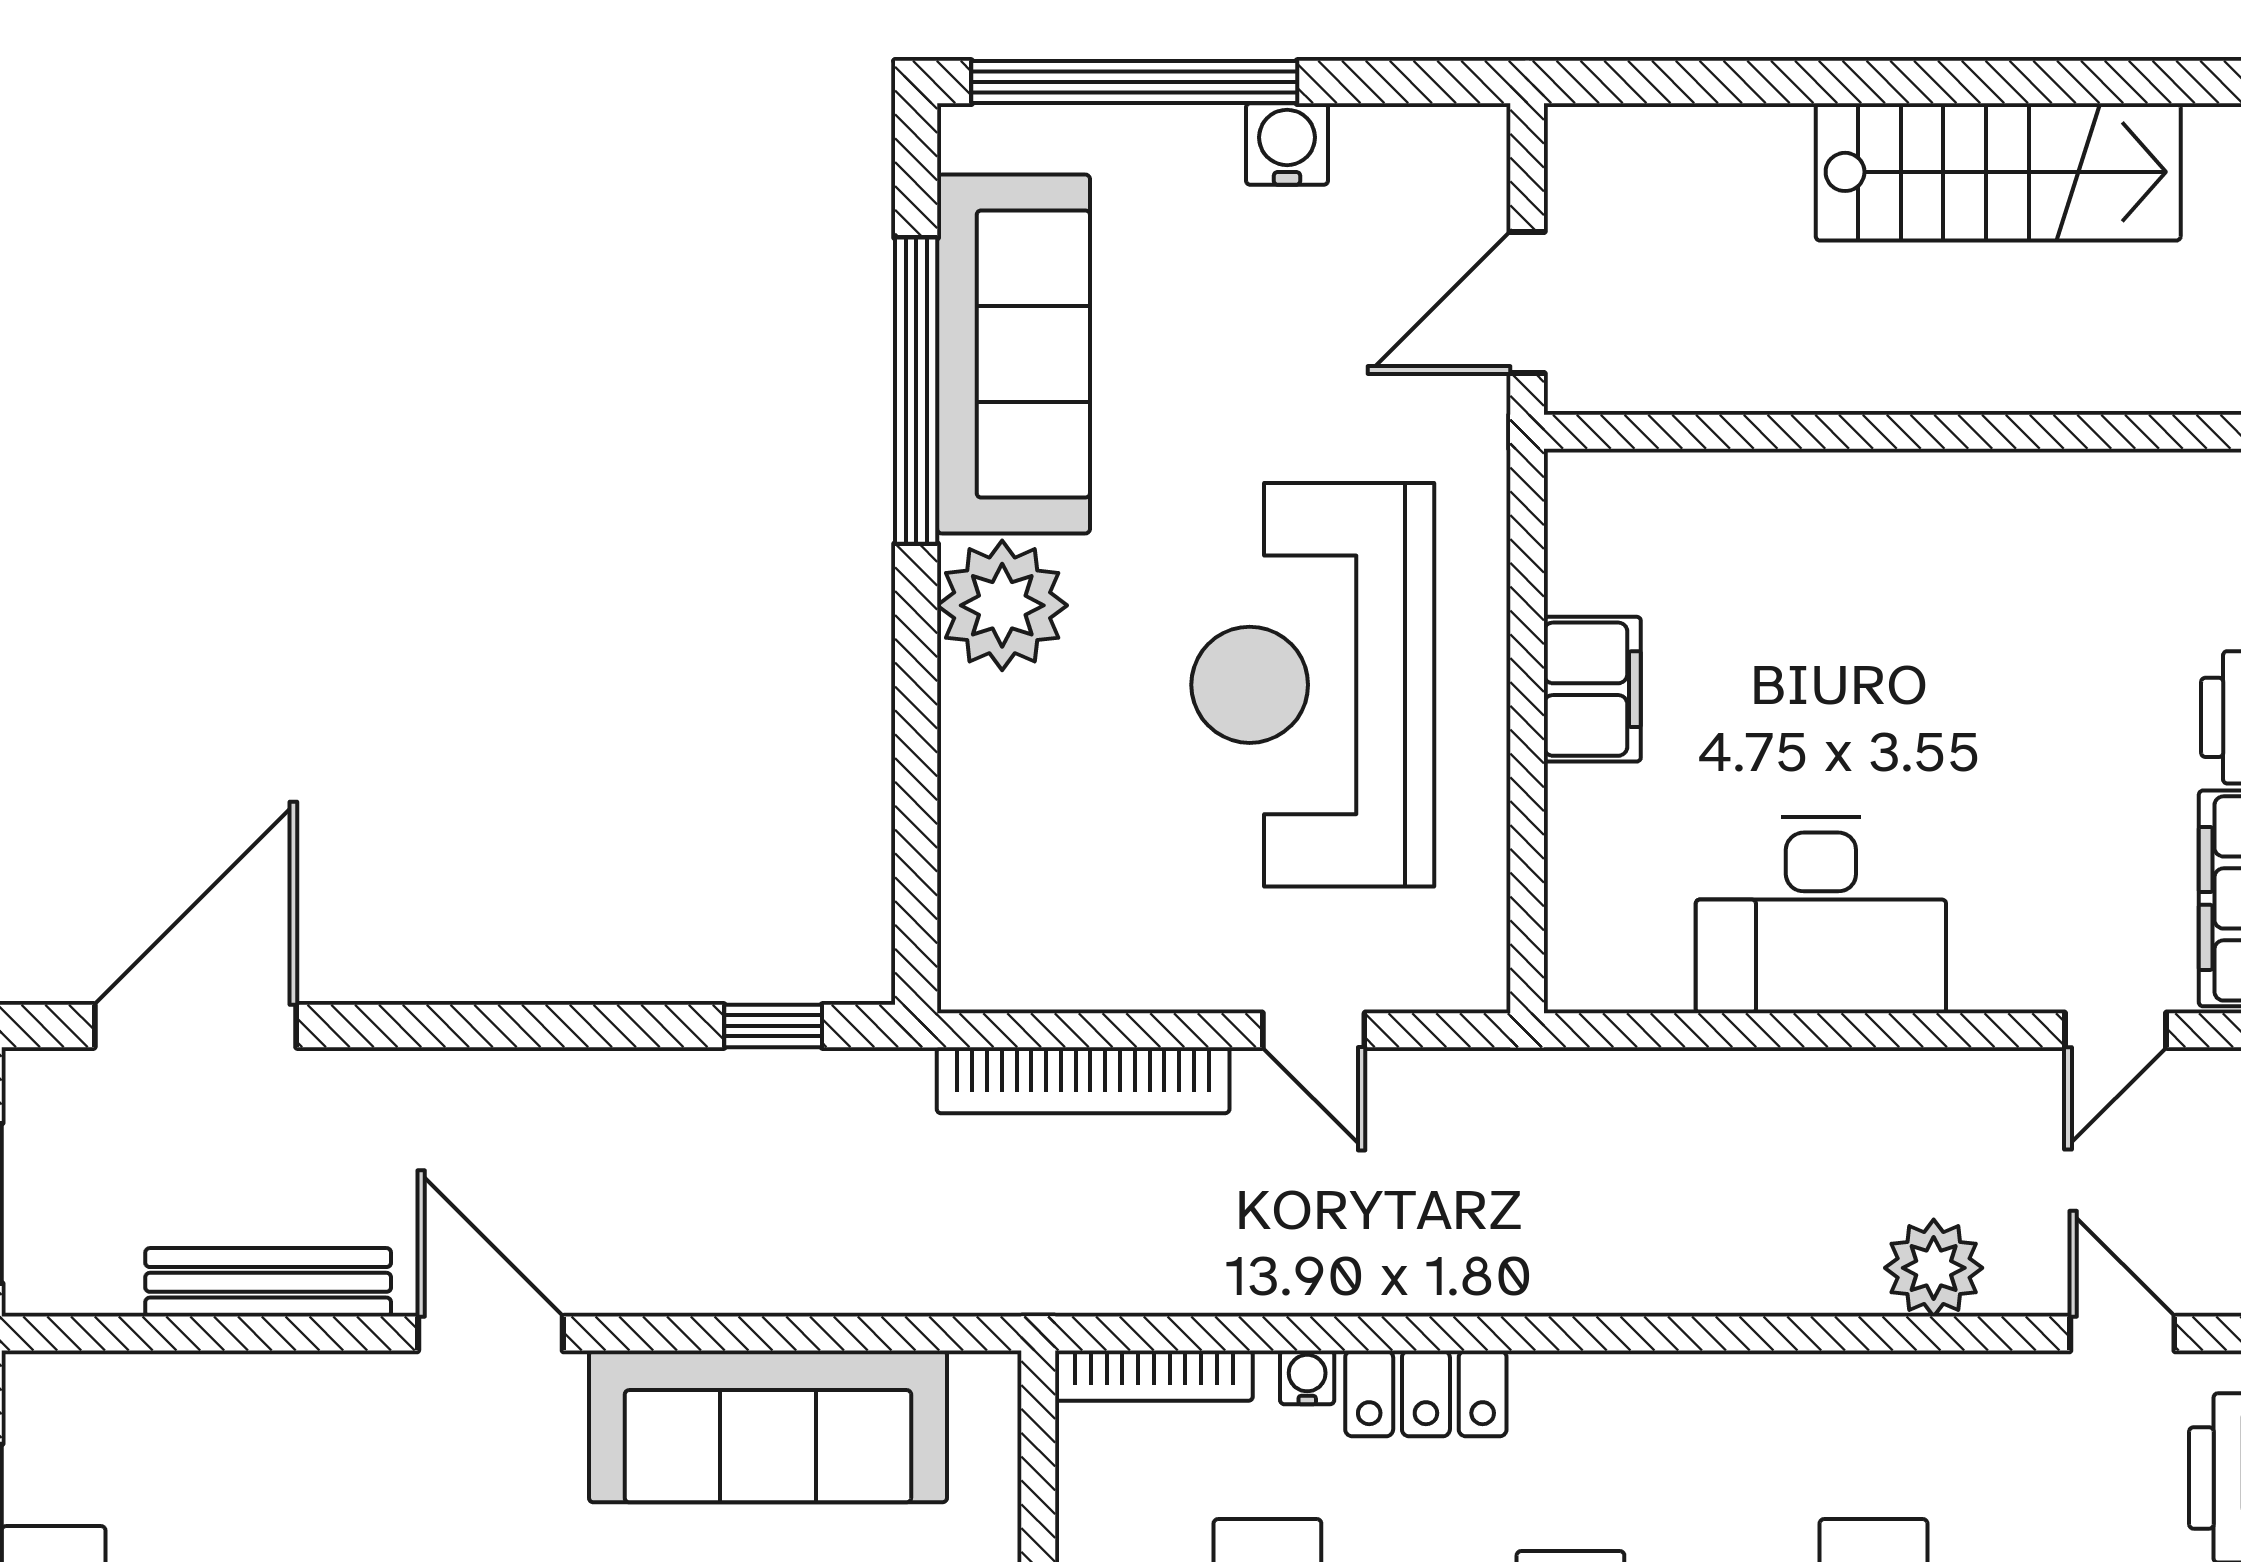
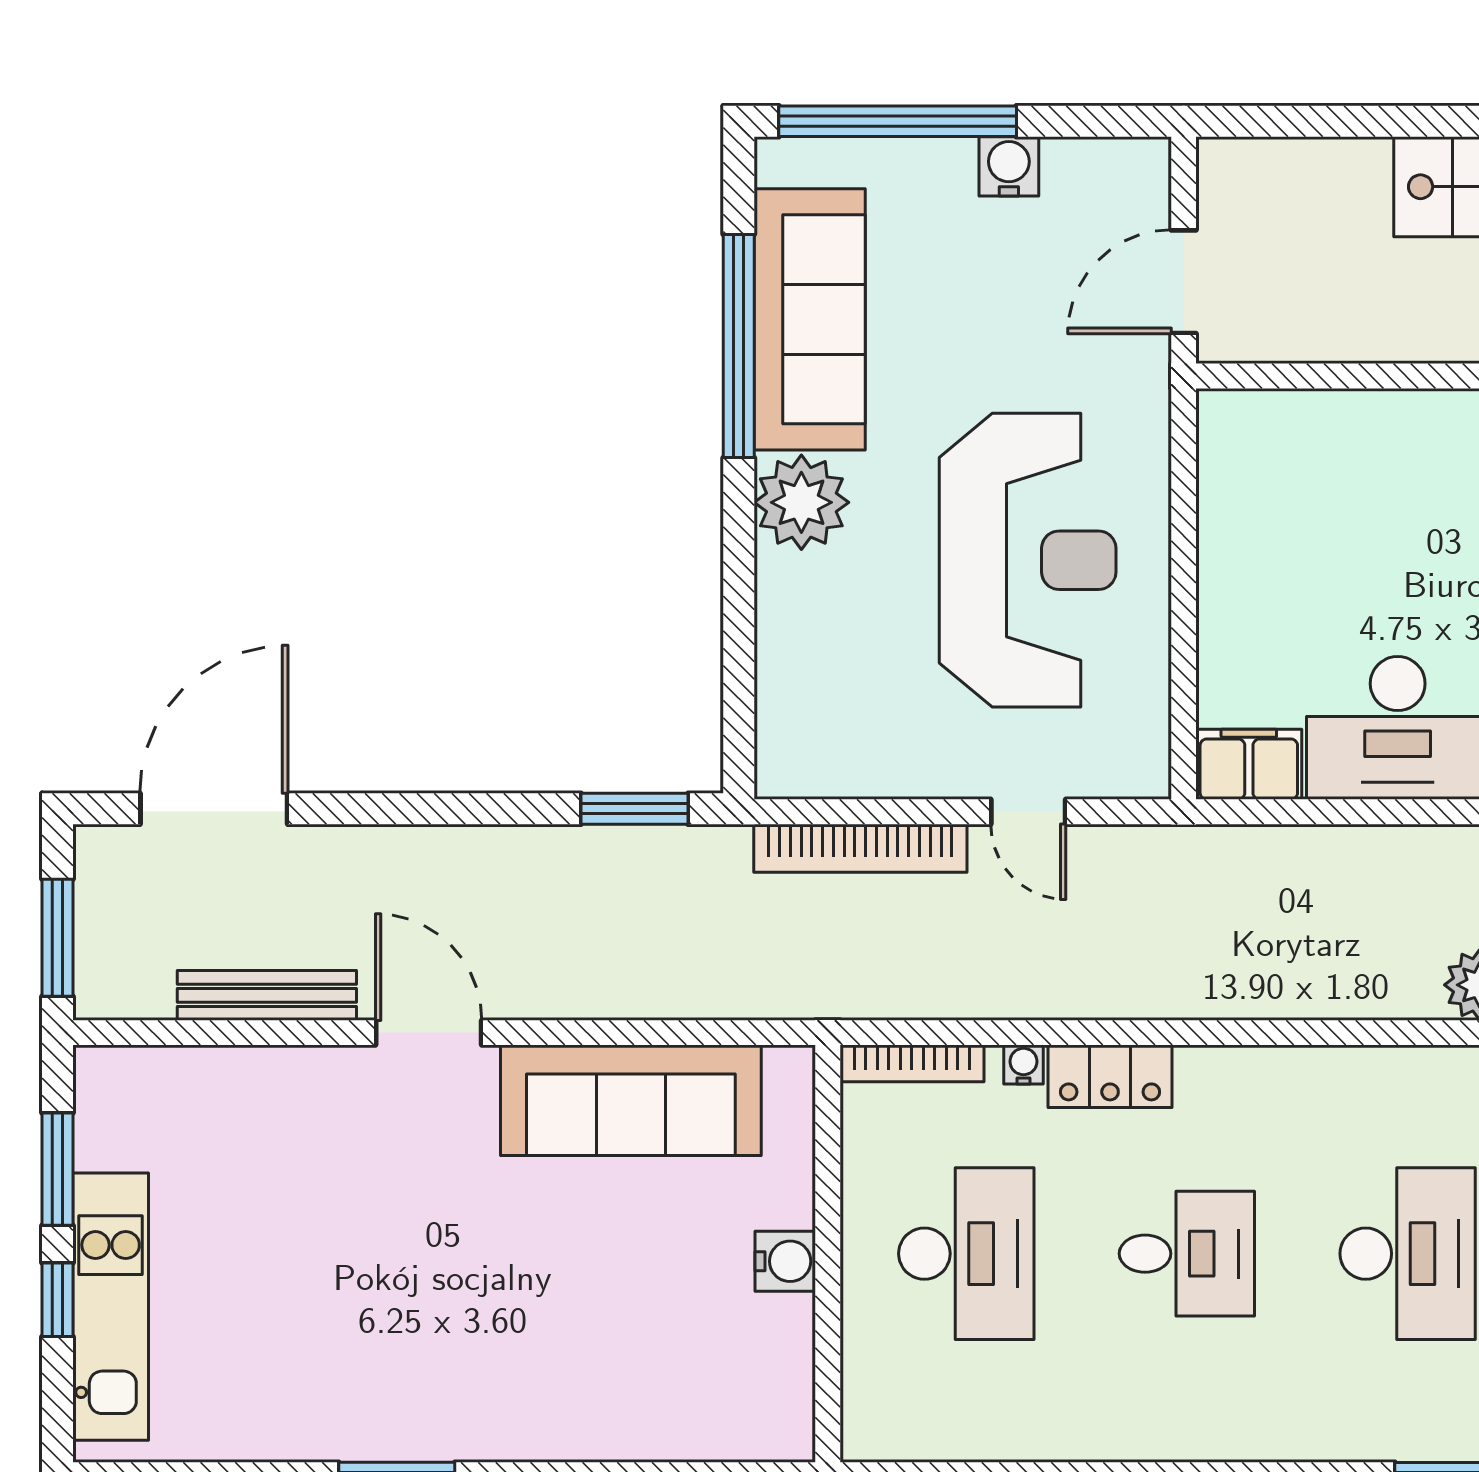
reception desk: (1313, 685) -> (1028, 560), turned 180
filing cabinet: (1592, 689) -> (1249, 764), moved, turned -90
window: (773, 1026) -> (635, 809), width x1.50

